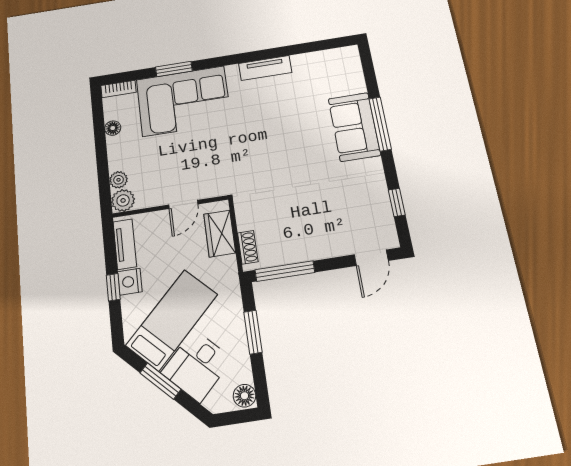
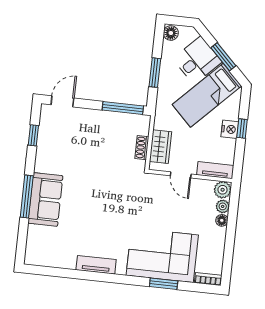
floor lamp: (113, 128) -> (222, 220), moved
door: (183, 204) -> (181, 175), swing flipped
tv unit: (125, 244) -> (215, 170), moved, turned 90
shoe rack: (248, 247) -> (142, 148), moved

